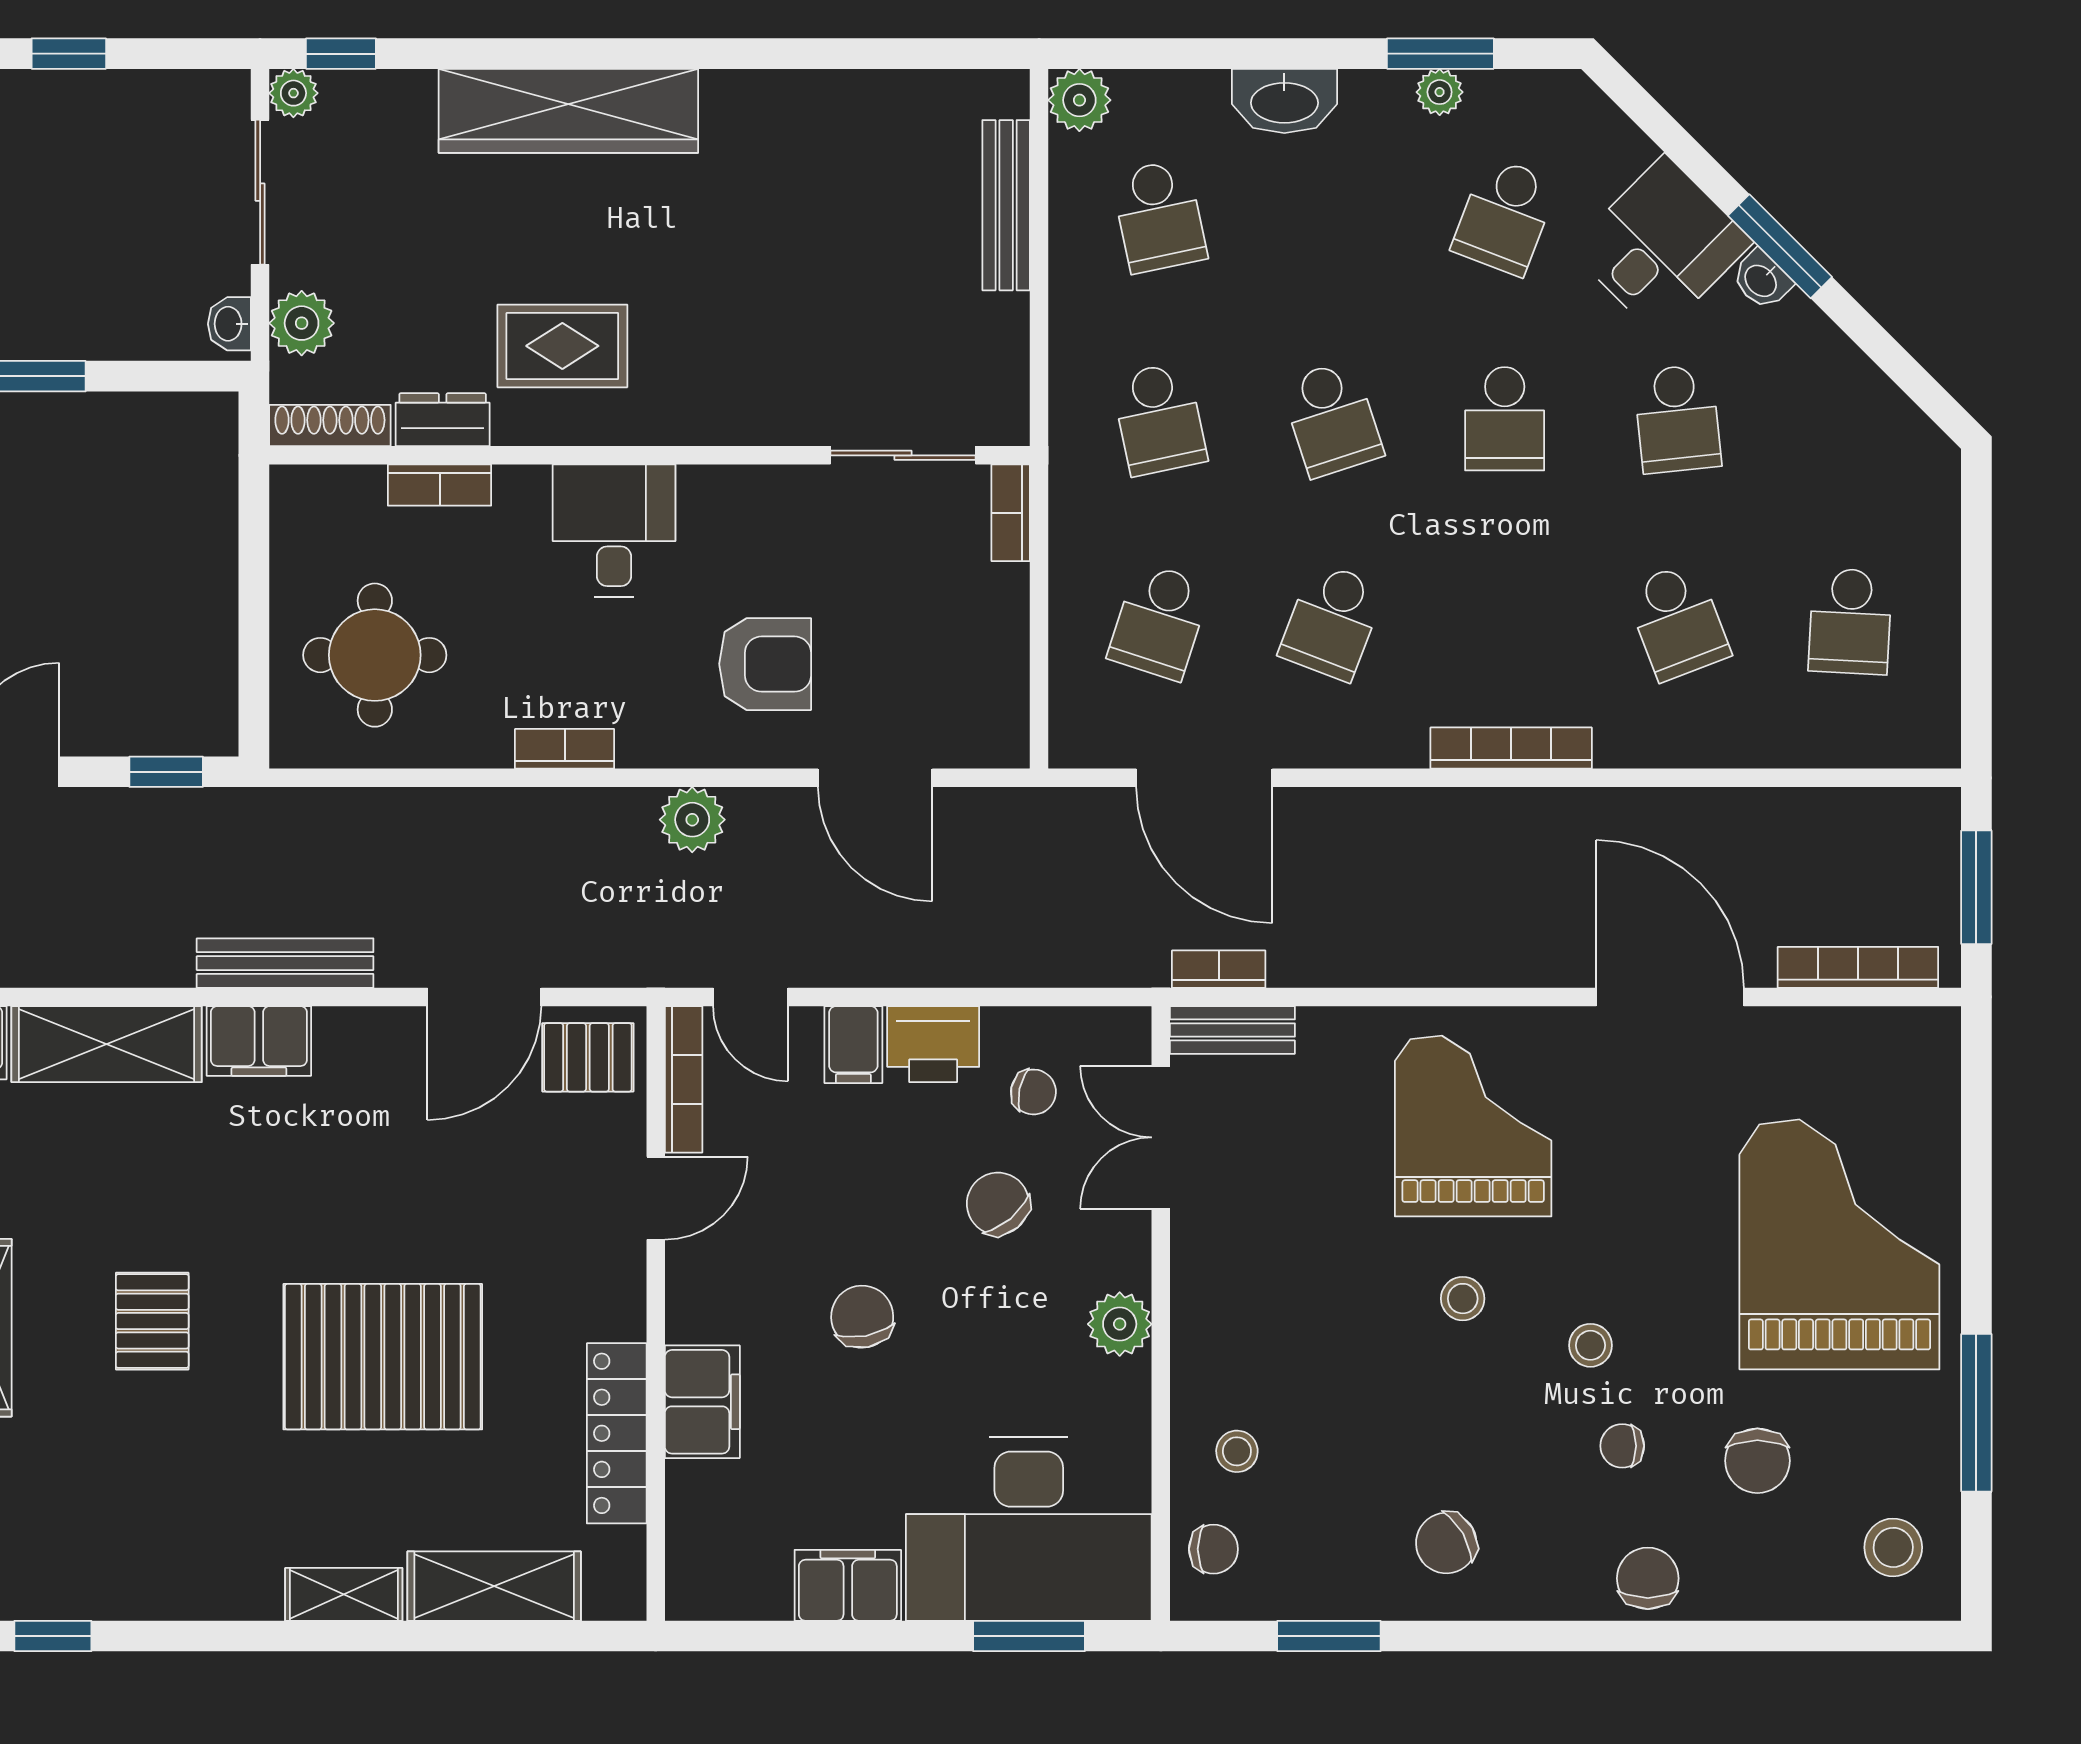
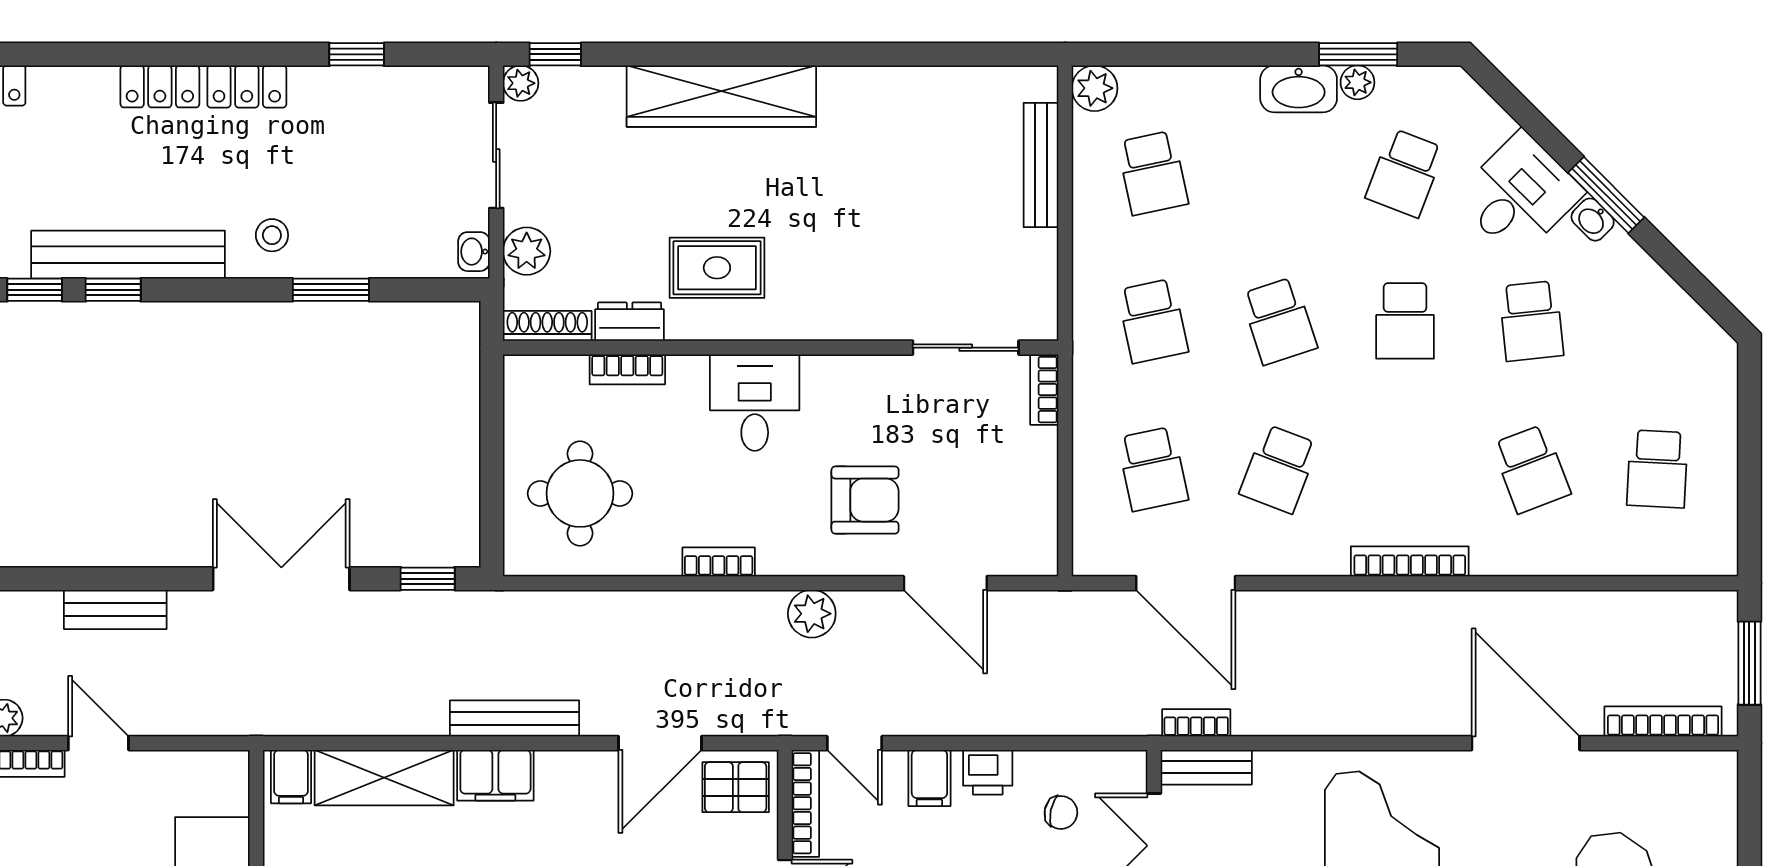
washbasin: (1284, 101) -> (1299, 89), moved
school desk: (1159, 621) -> (1153, 469), turned -30
printer: (933, 1044) -> (988, 772), width x0.73, depth x0.81

